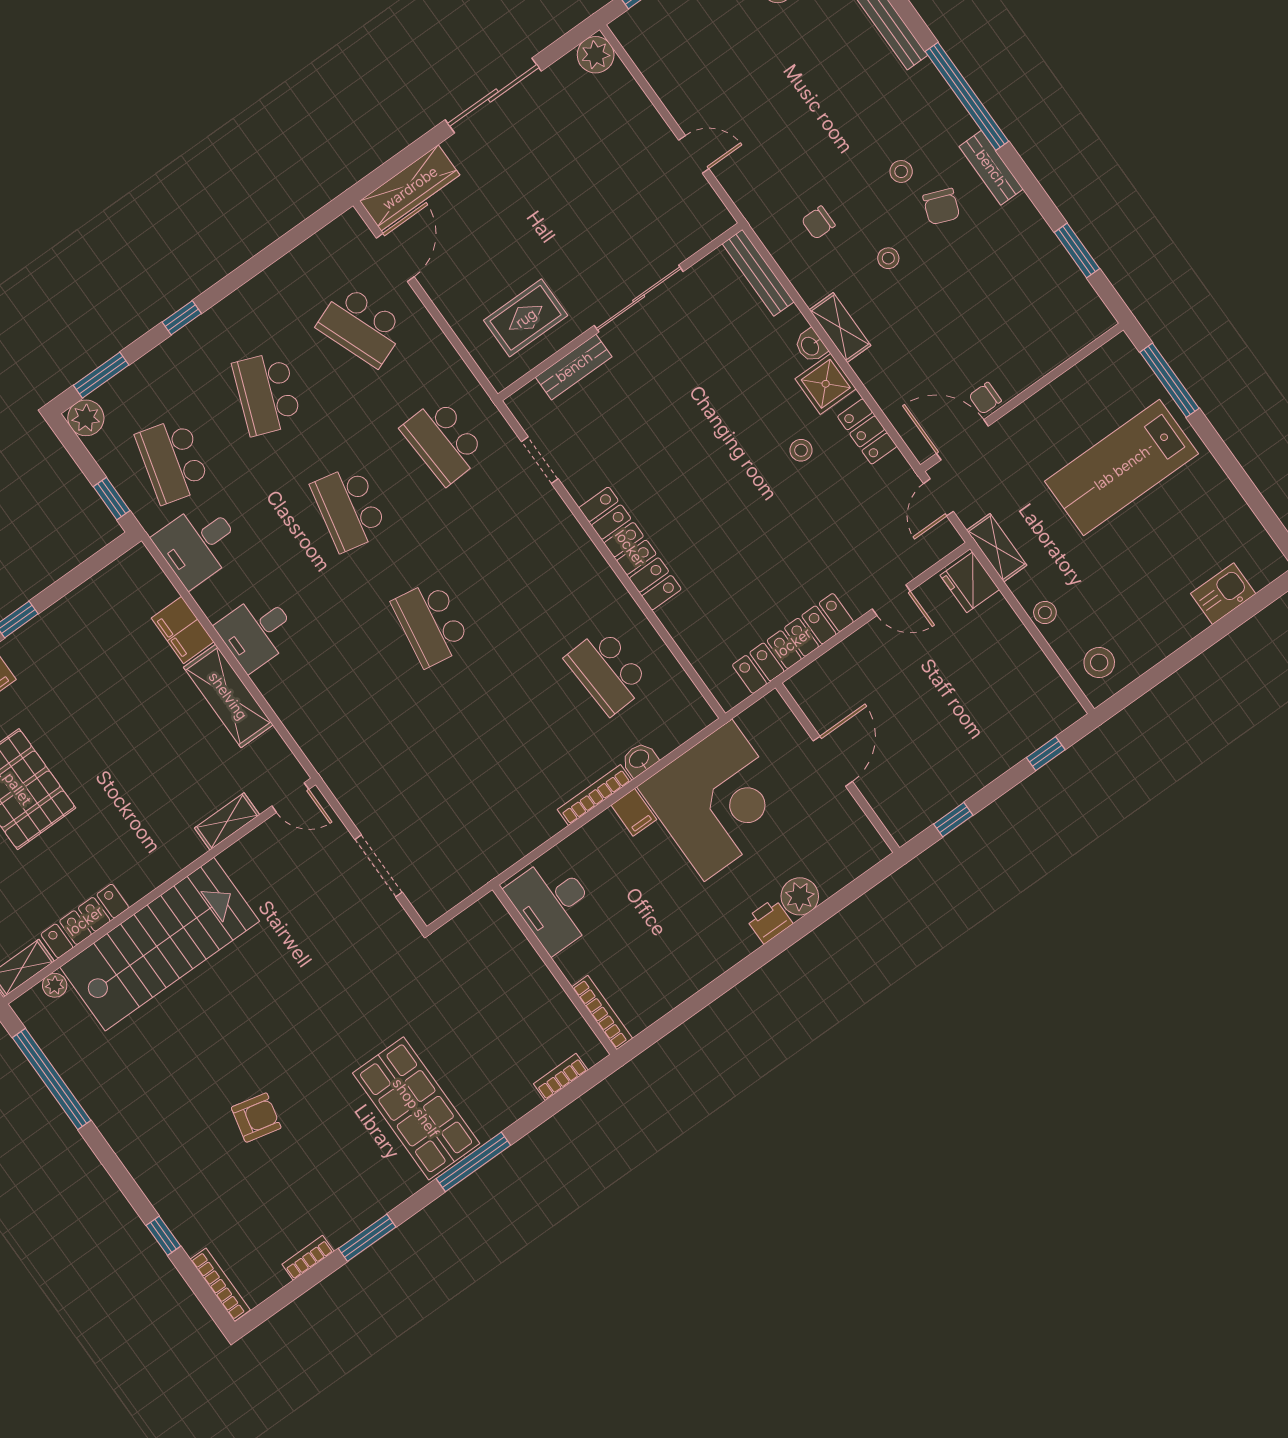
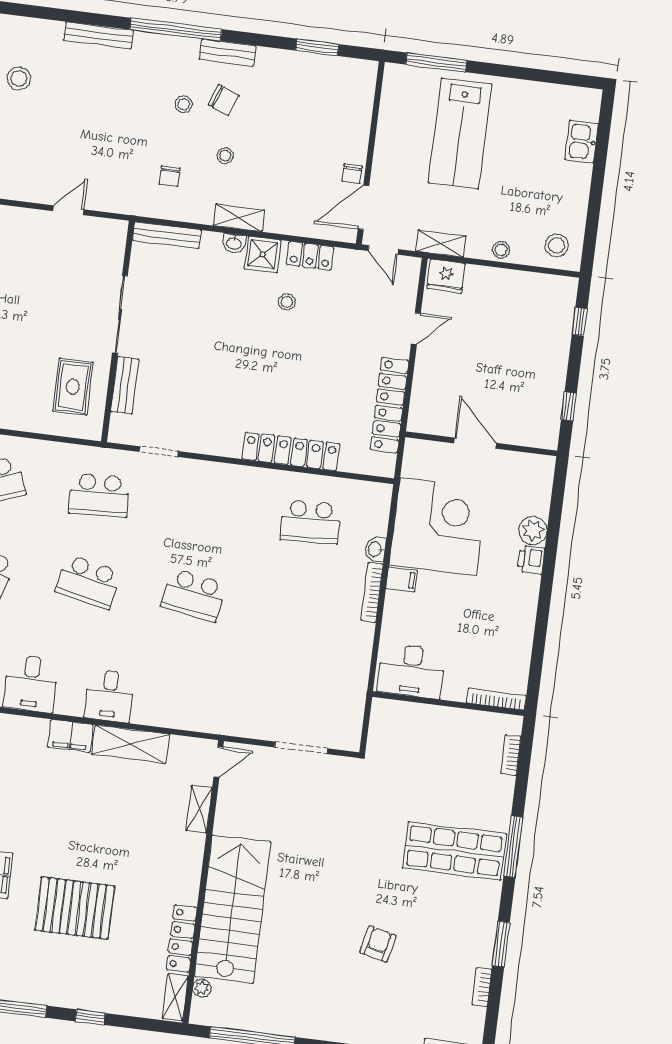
locker: (630, 548) -> (291, 451), moved

